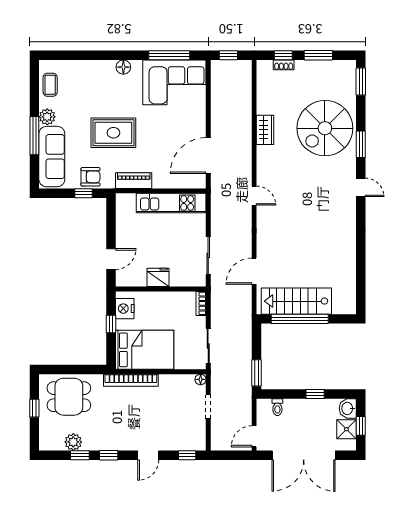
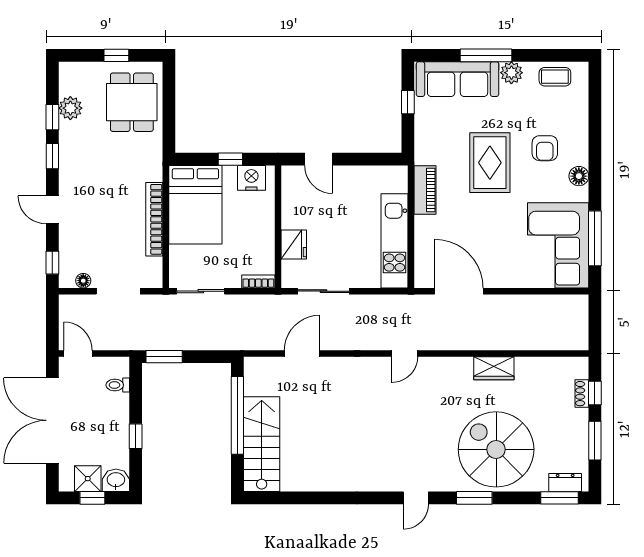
window: (228, 55) -> (595, 319), removed
dresser: (349, 77) -> (565, 483), added
armchair: (90, 177) -> (545, 148), moved
window: (84, 193) -> (408, 102), moved
door: (254, 271) -> (302, 354), hinge flipped
fridge: (158, 277) -> (294, 244), moved
stairs: (296, 301) -> (262, 444), moved
floor lamp: (201, 379) -> (83, 281), moved
bookcase: (131, 380) -> (154, 219), moved
doorway: (208, 407) -> (118, 291), width x1.38

